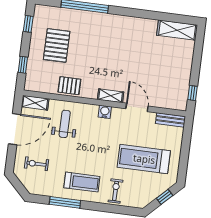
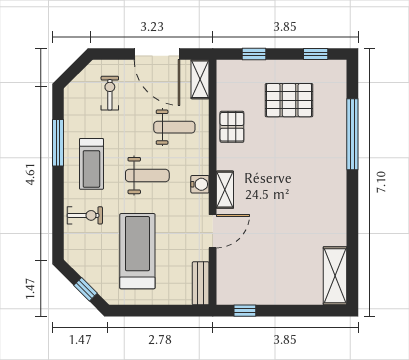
weight bench: (94, 146) -> (147, 176), added

